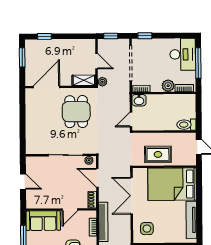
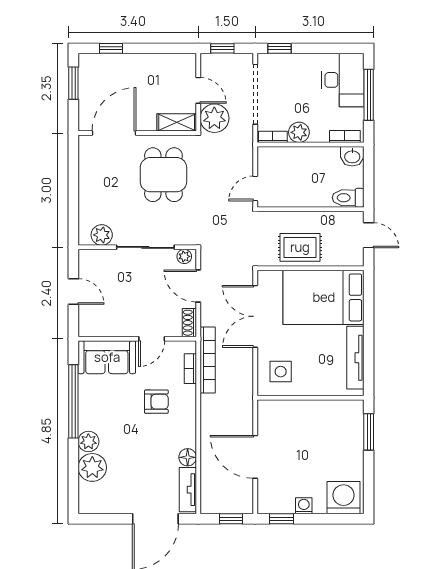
plant: (102, 82) -> (214, 118), width x1.88, depth x1.88
plant: (168, 86) -> (299, 132), moved
washbasin: (139, 100) -> (352, 156), moved
plant: (40, 148) -> (102, 235), added

